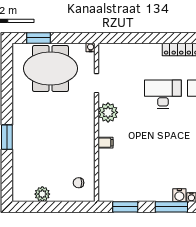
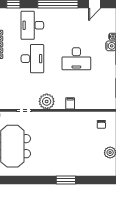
desk: (163, 94) -> (32, 59), turned 180
desk: (163, 151) -> (76, 59), added

